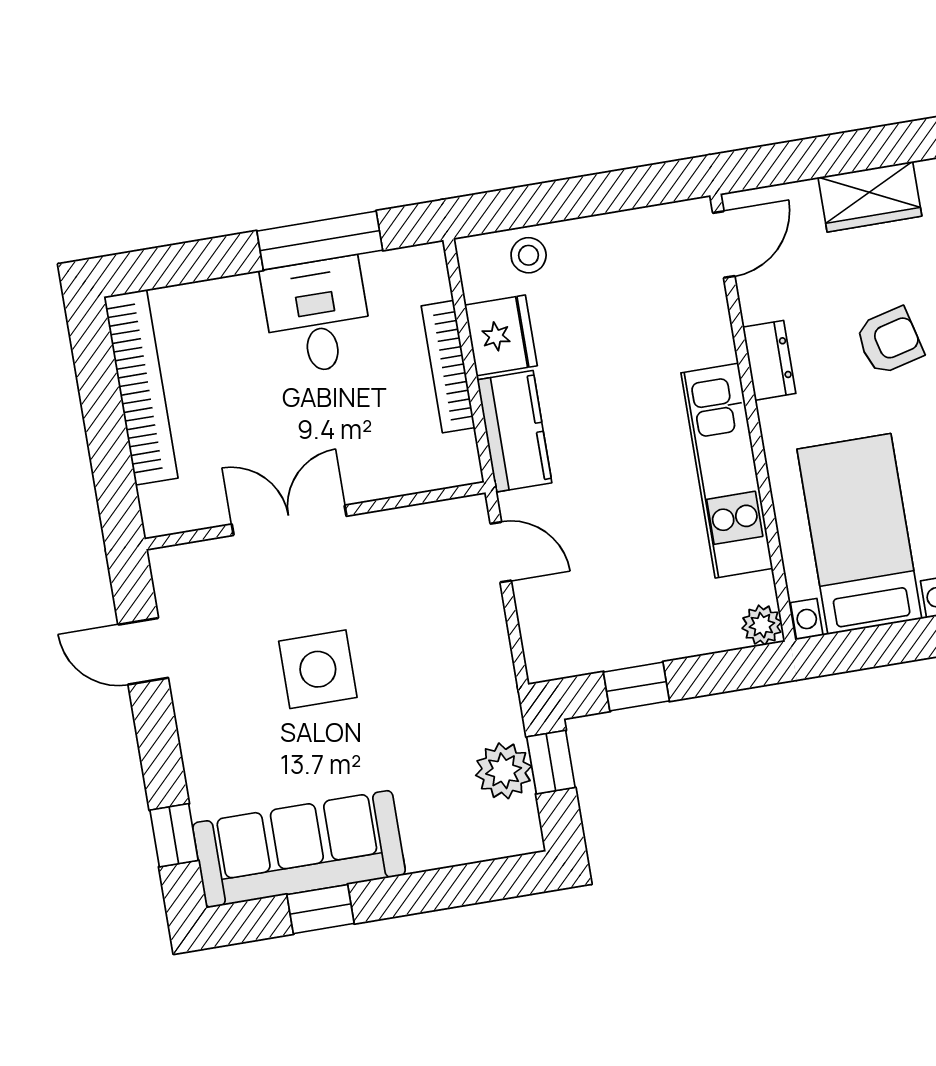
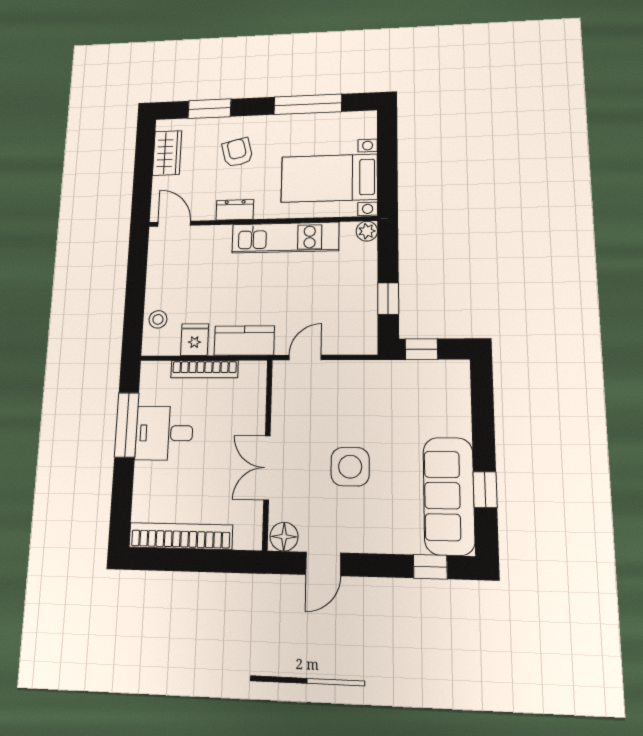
fridge: (501, 335) -> (195, 340), width x0.72
floor lamp: (176, 574) -> (284, 537), added
plant: (504, 771) -> (422, 375), removed

